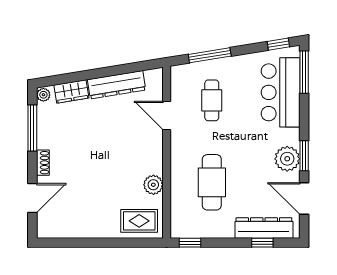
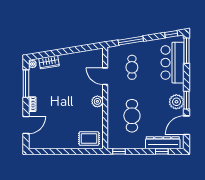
dresser: (117, 85) -> (76, 58), removed
plant: (153, 185) -> (97, 101), moved
door: (304, 199) -> (186, 125), hinge flipped

